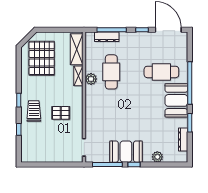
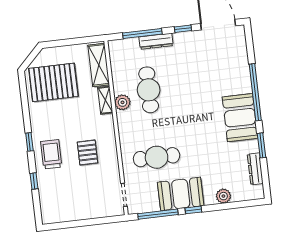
dresser: (107, 37) -> (156, 41), moved
pallet: (42, 58) -> (53, 82), turned 90
cafe table: (161, 72) -> (157, 157), moved
pallet: (61, 113) -> (87, 152), turned 90

